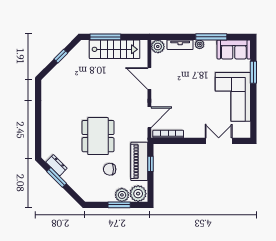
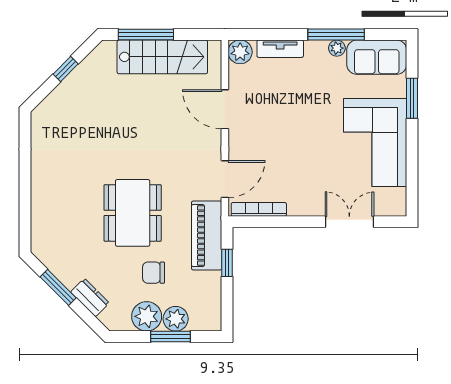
plant: (200, 44) -> (337, 48), moved
piano: (139, 161) -> (207, 236), moved
dresser: (56, 165) -> (90, 297), moved
plant: (138, 194) -> (147, 316), moved

